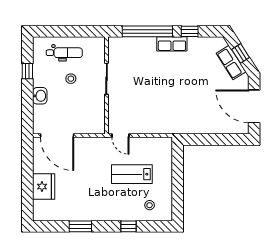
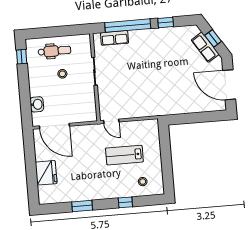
row of seats: (172, 44) -> (115, 38), moved
window: (27, 71) -> (22, 57), moved
washbasin: (40, 96) -> (37, 104), moved

